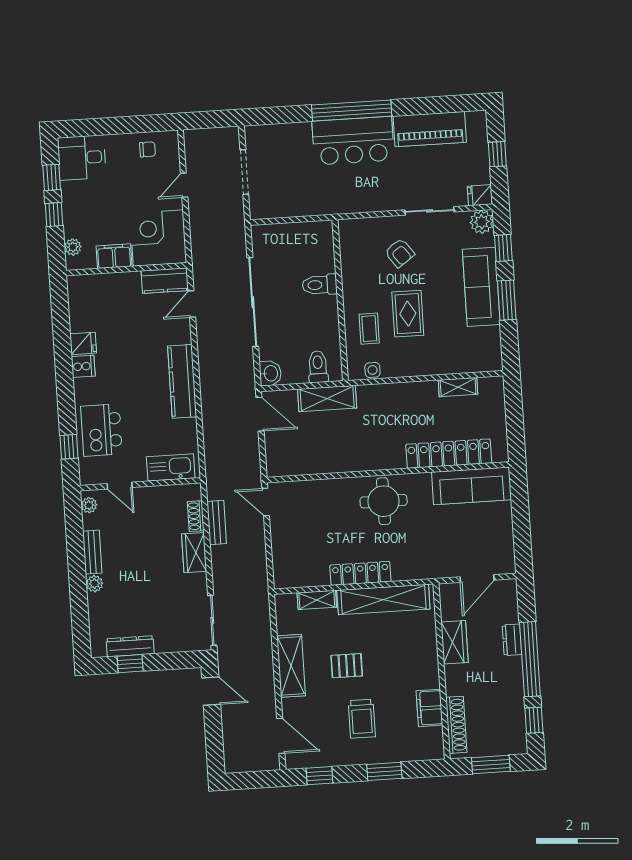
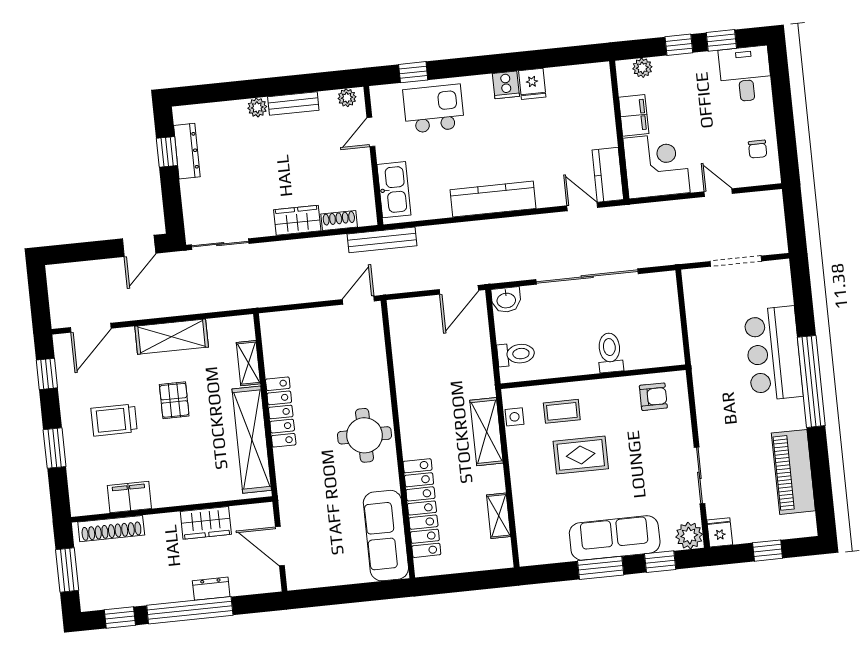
bar counter: (353, 141) -> (773, 353), moved
armchair: (400, 253) -> (653, 397), moved, turned -144
shelving: (327, 399) -> (487, 432), moved
bench: (217, 523) -> (382, 240), moved, width x1.36

